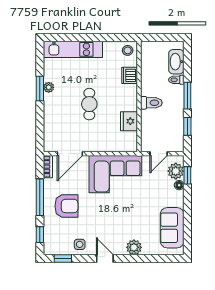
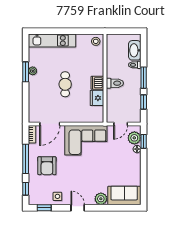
dishwasher: (130, 75) -> (97, 83), moved
armchair: (66, 206) -> (47, 166), turned 90
sofa: (172, 228) -> (124, 195), moved, turned 90

